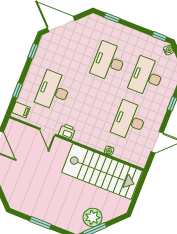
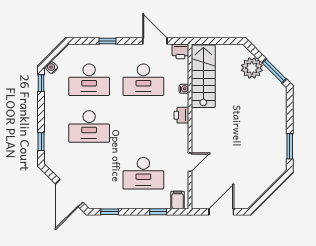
printer: (67, 132) -> (181, 115), moved
printer: (141, 160) -> (180, 51), added
stairs: (102, 172) -> (203, 76), width x0.73, depth x0.66
plant: (93, 217) -> (252, 68), moved
window: (40, 223) -> (290, 146), moved

